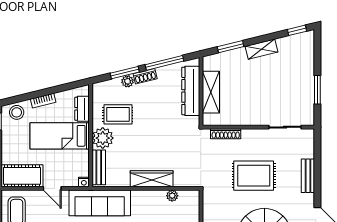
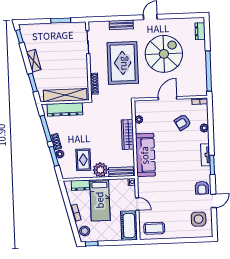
shelving: (211, 92) -> (65, 95), width x1.47
rug: (254, 176) -> (123, 63), width x1.37, depth x1.44
door: (52, 188) -> (137, 204), hinge flipped
sofa: (100, 203) -> (145, 155), moved

